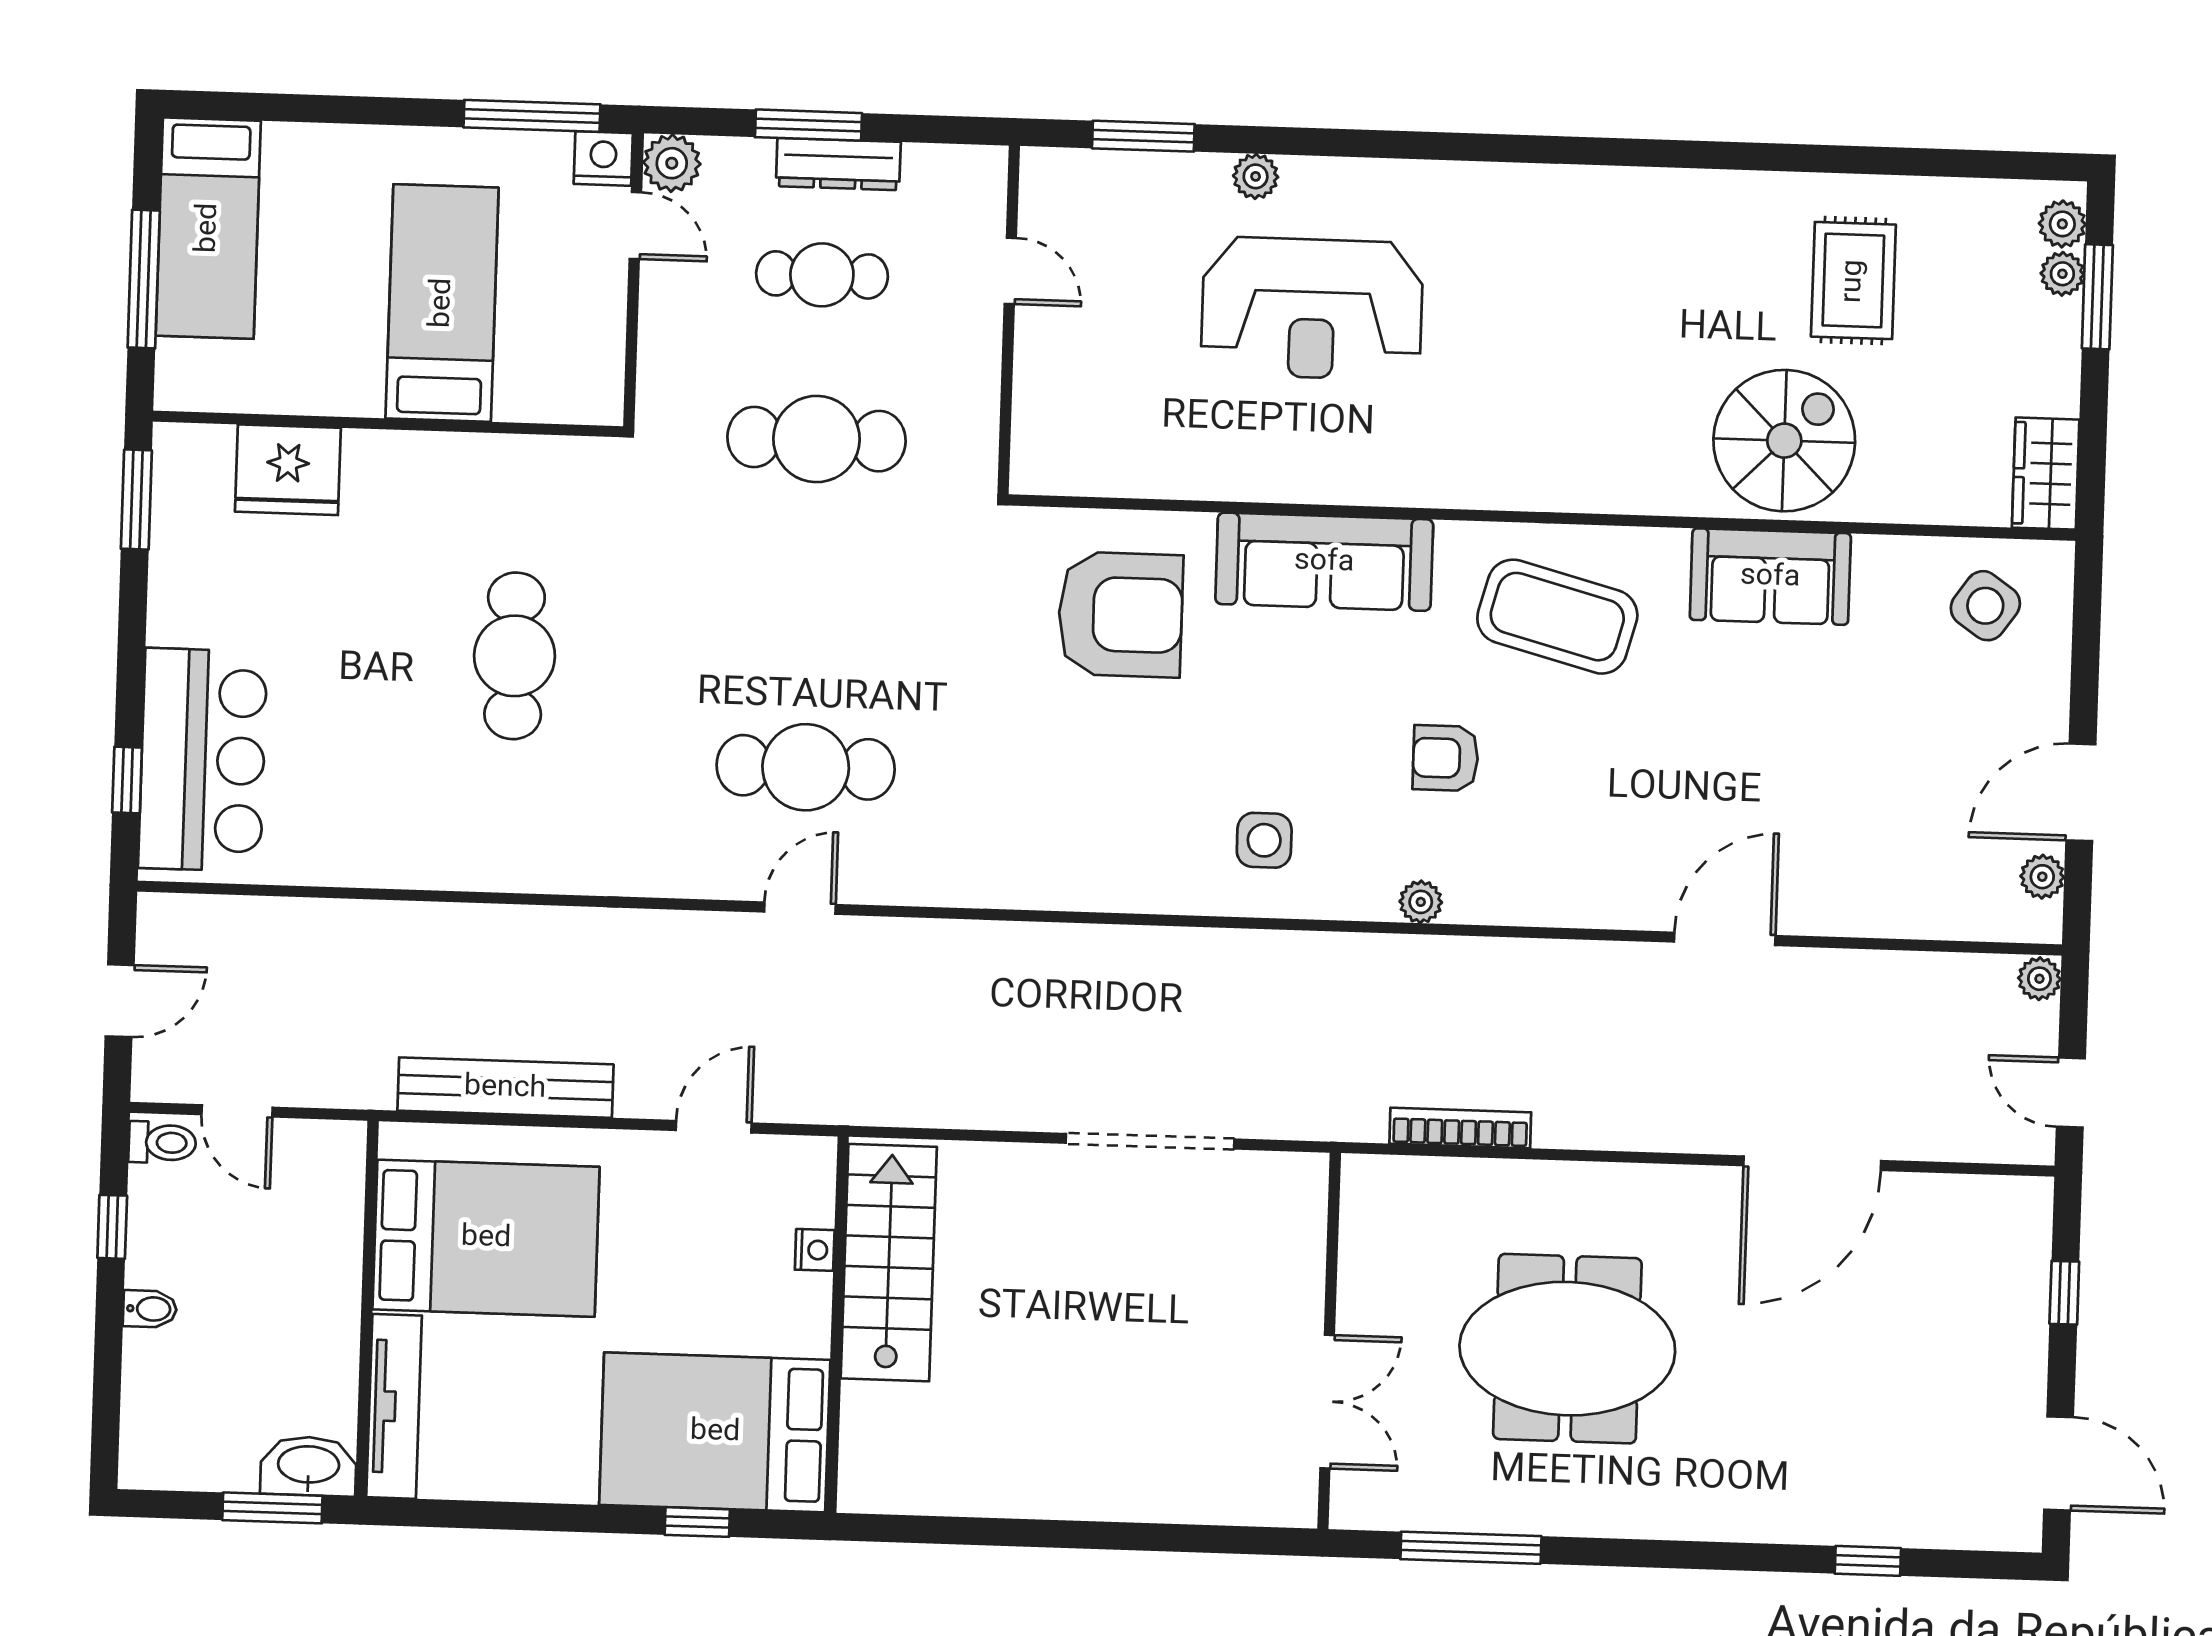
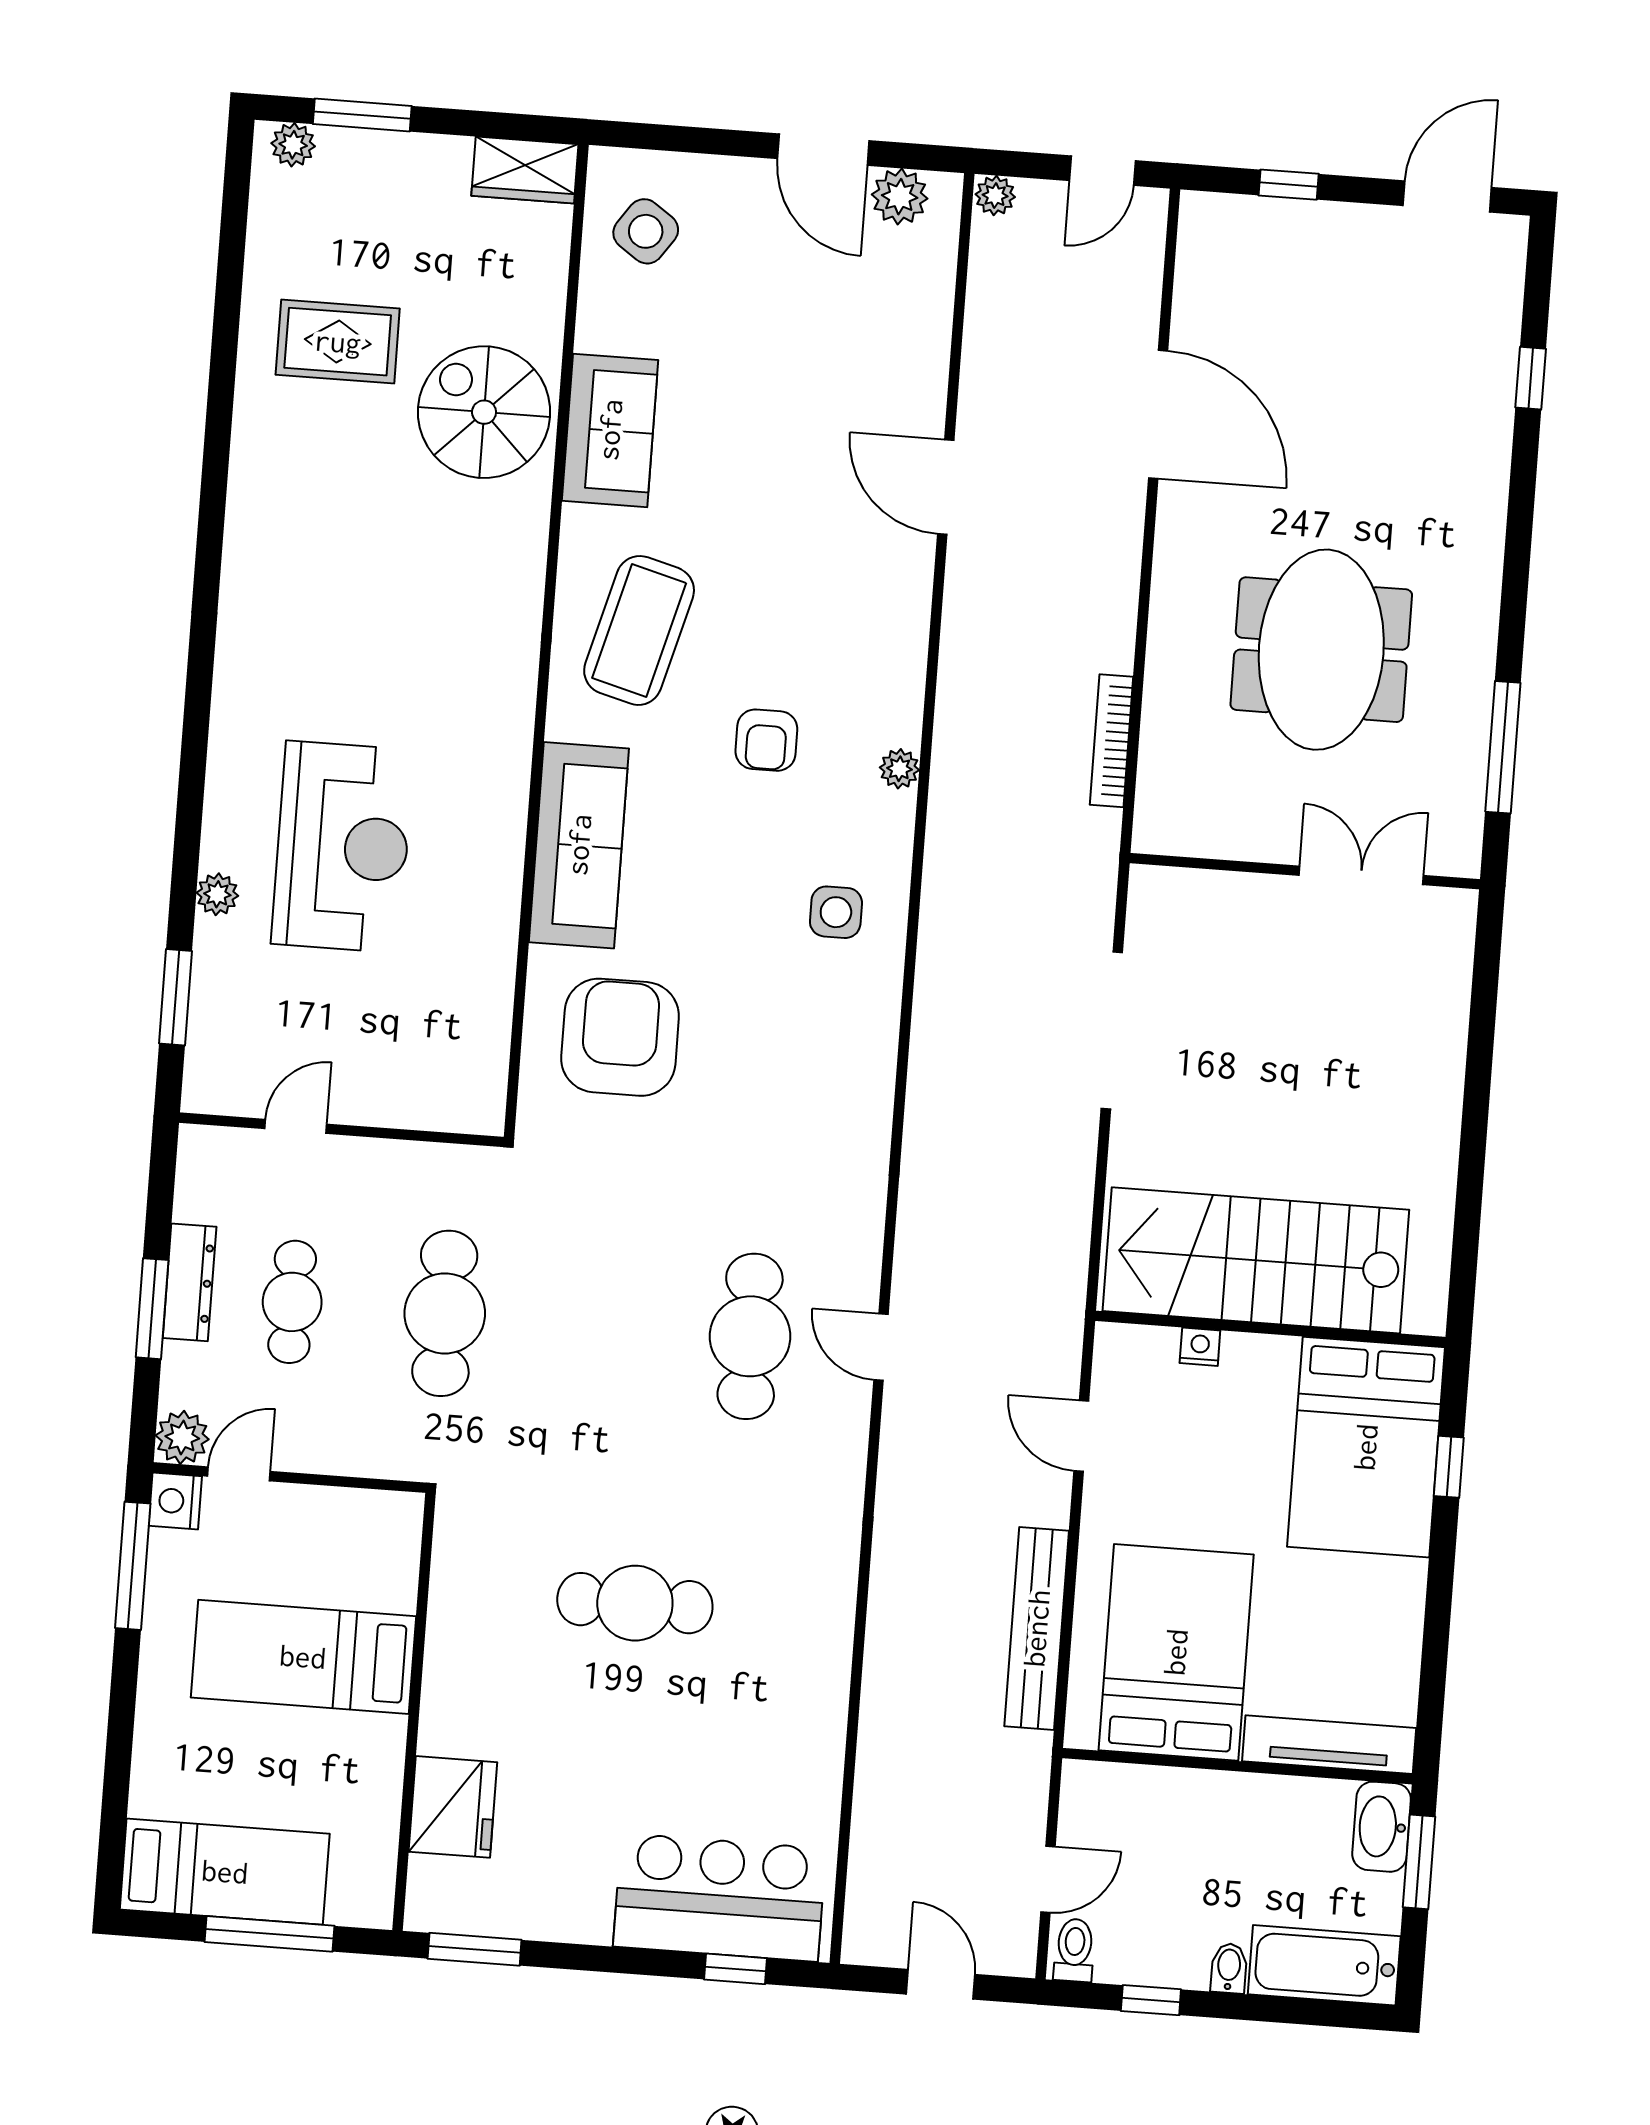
plant: (2062, 274) -> (340, 147), removed
plant: (2042, 877) -> (900, 197), width x1.38, depth x1.38
stairs: (889, 1263) -> (1256, 1260), width x1.36, depth x1.51
bathtub: (157, 1411) -> (1324, 1965), added

